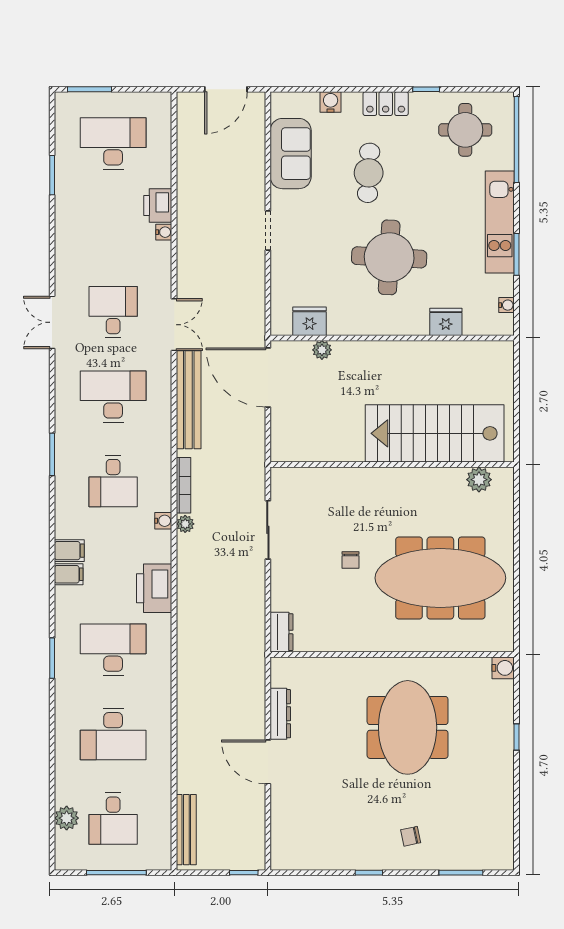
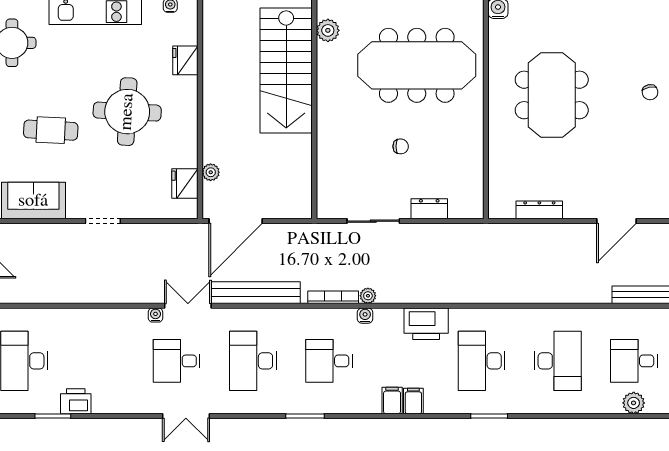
printer: (158, 205) -> (76, 401), moved, turned 180
water cooler: (164, 232) -> (155, 315), moved
desk: (113, 481) -> (329, 361), turned 180
meeting table: (440, 578) -> (417, 65), turned 90
dresser: (282, 632) -> (429, 209), moved
meeting table: (408, 727) -> (552, 95), turned 90
door: (268, 762) -> (616, 221), moved
desk: (113, 819) -> (634, 361), turned 180

